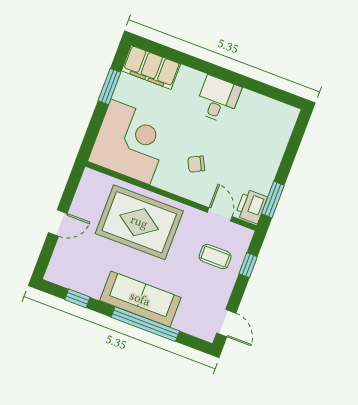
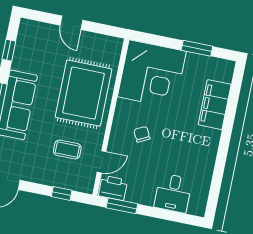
filing cabinet: (151, 67) -> (215, 105), moved
desk: (218, 99) -> (173, 193), moved, turned 90
coffee table: (215, 256) -> (67, 149), moved, turned 90

